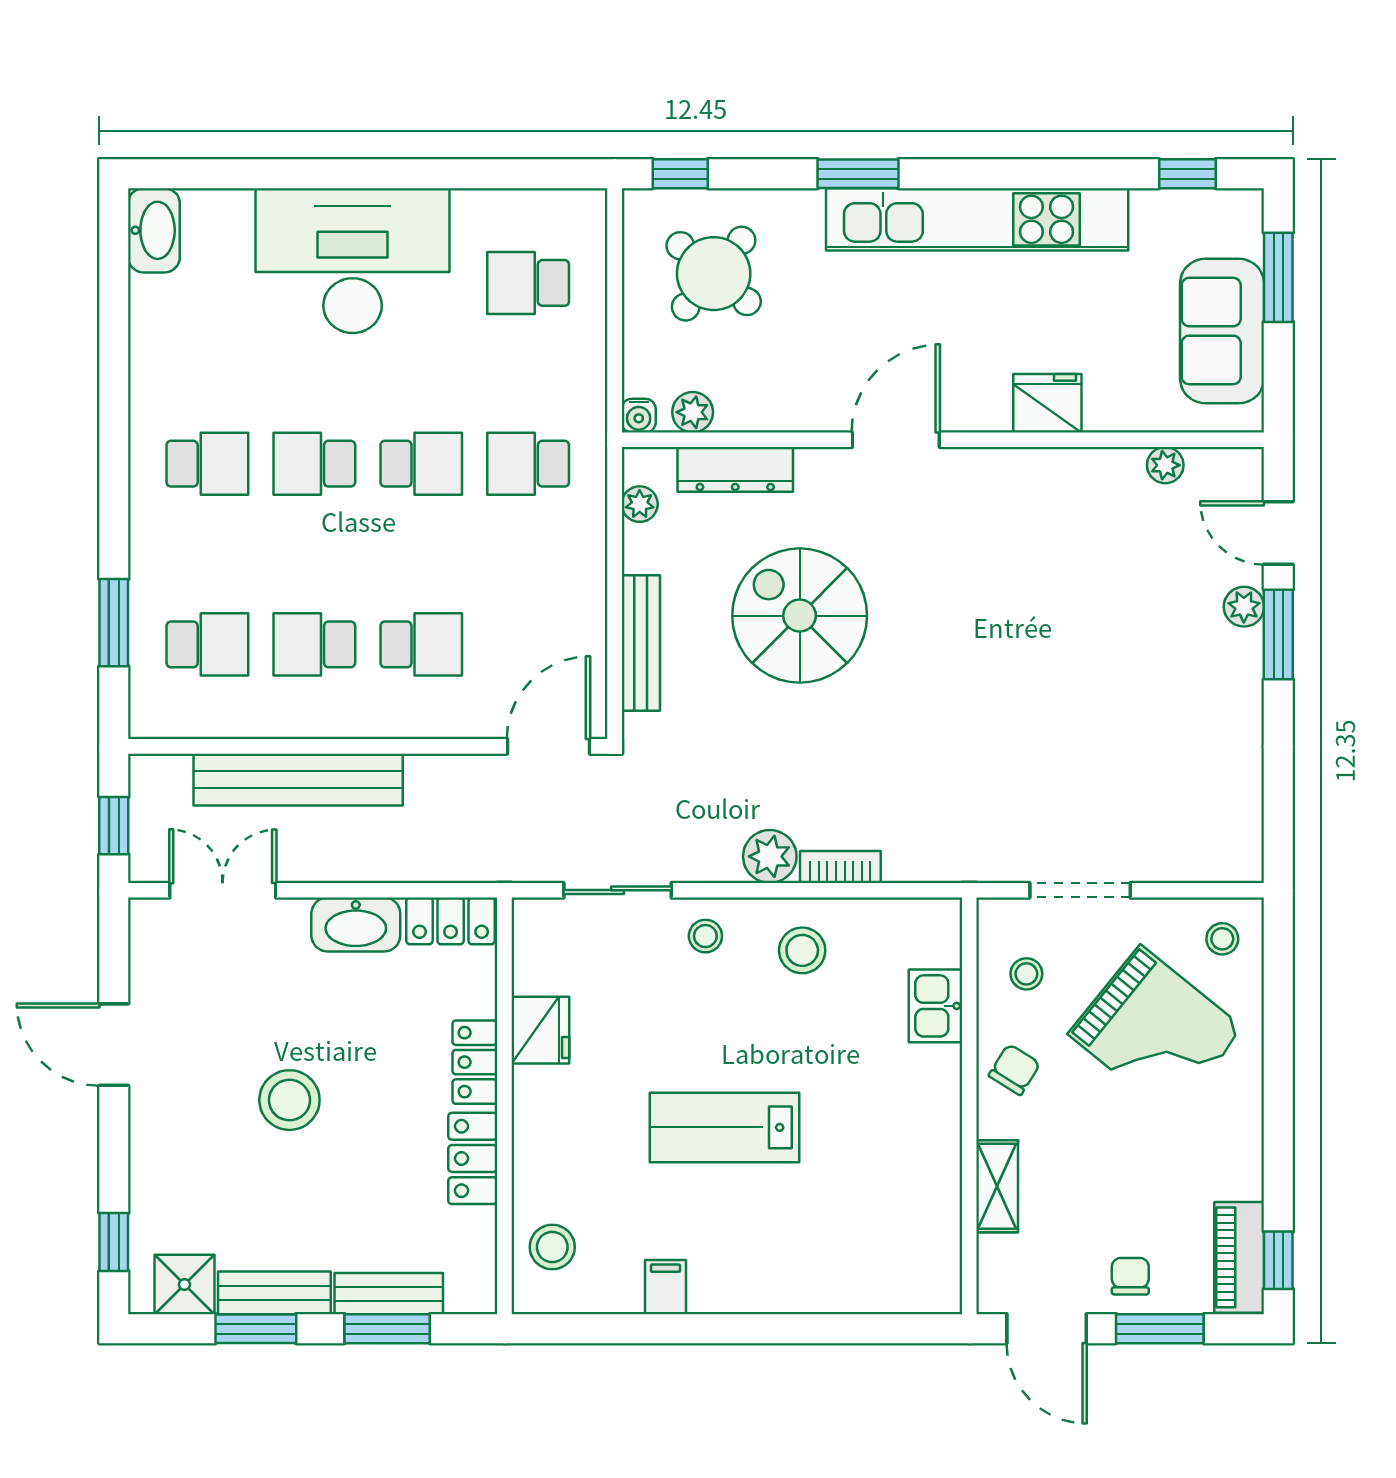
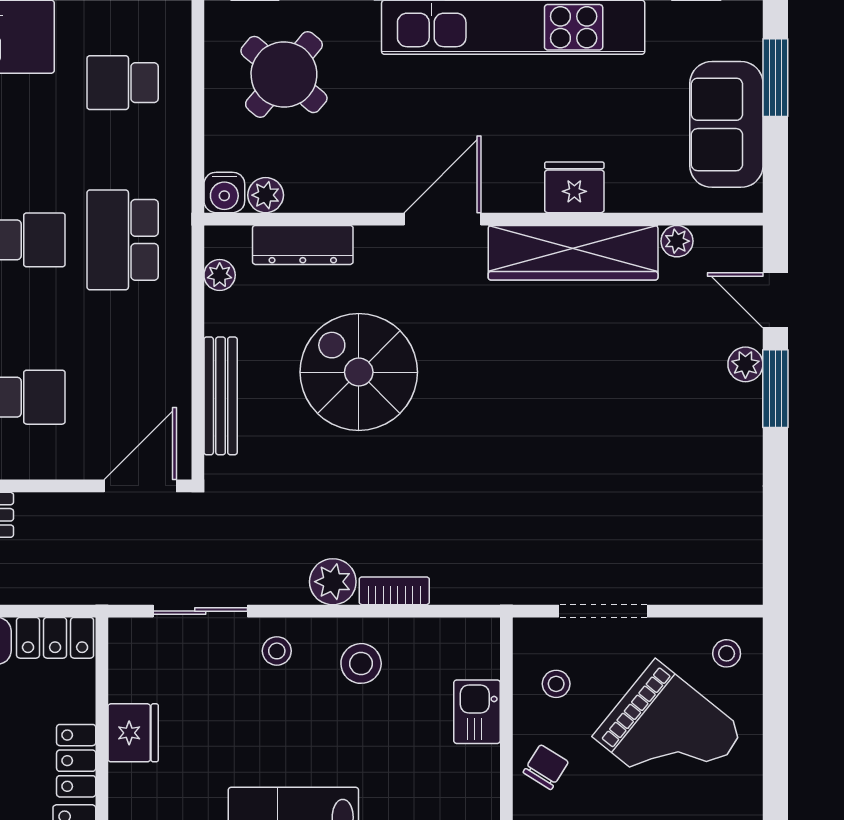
water cooler: (639, 416) -> (224, 192), width x1.38, depth x1.38
school desk: (528, 464) -> (123, 240), width x1.85
wardrobe: (1046, 478) -> (573, 253), added

